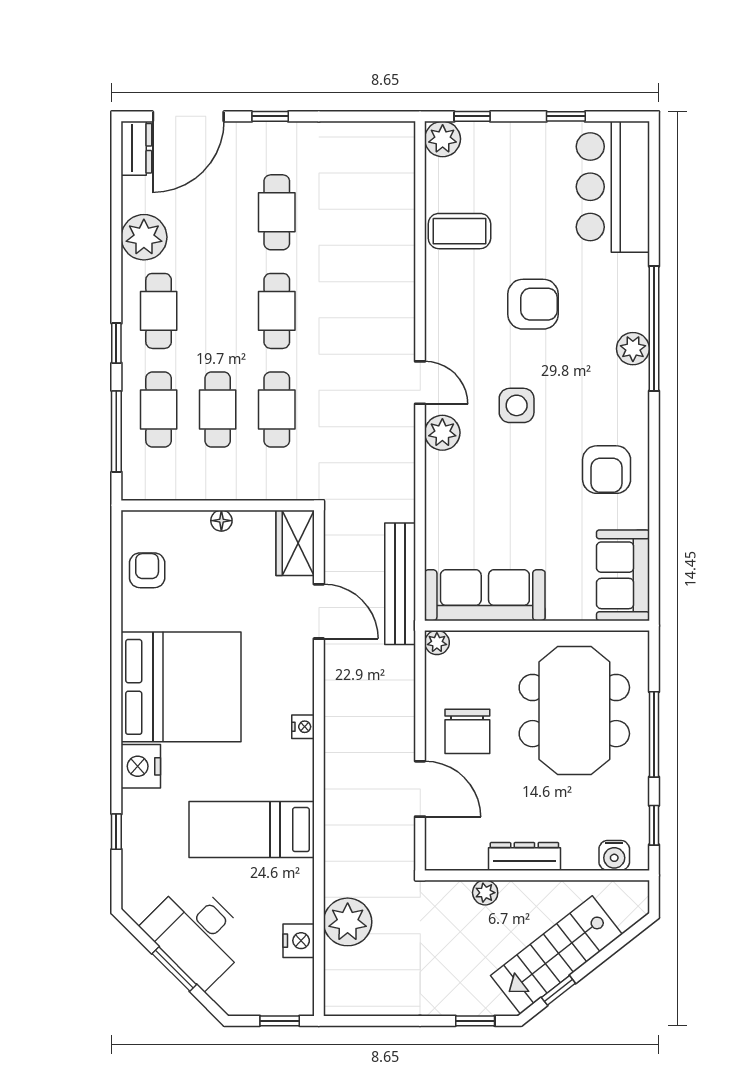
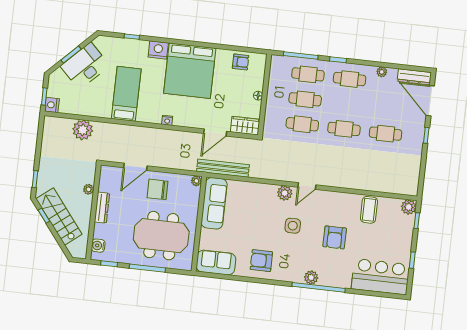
dresser: (136, 148) -> (414, 77), width x1.44
plant: (144, 237) -> (382, 72), width x0.53, depth x0.53
nightstand: (299, 941) -> (52, 105), moved, turned 90

